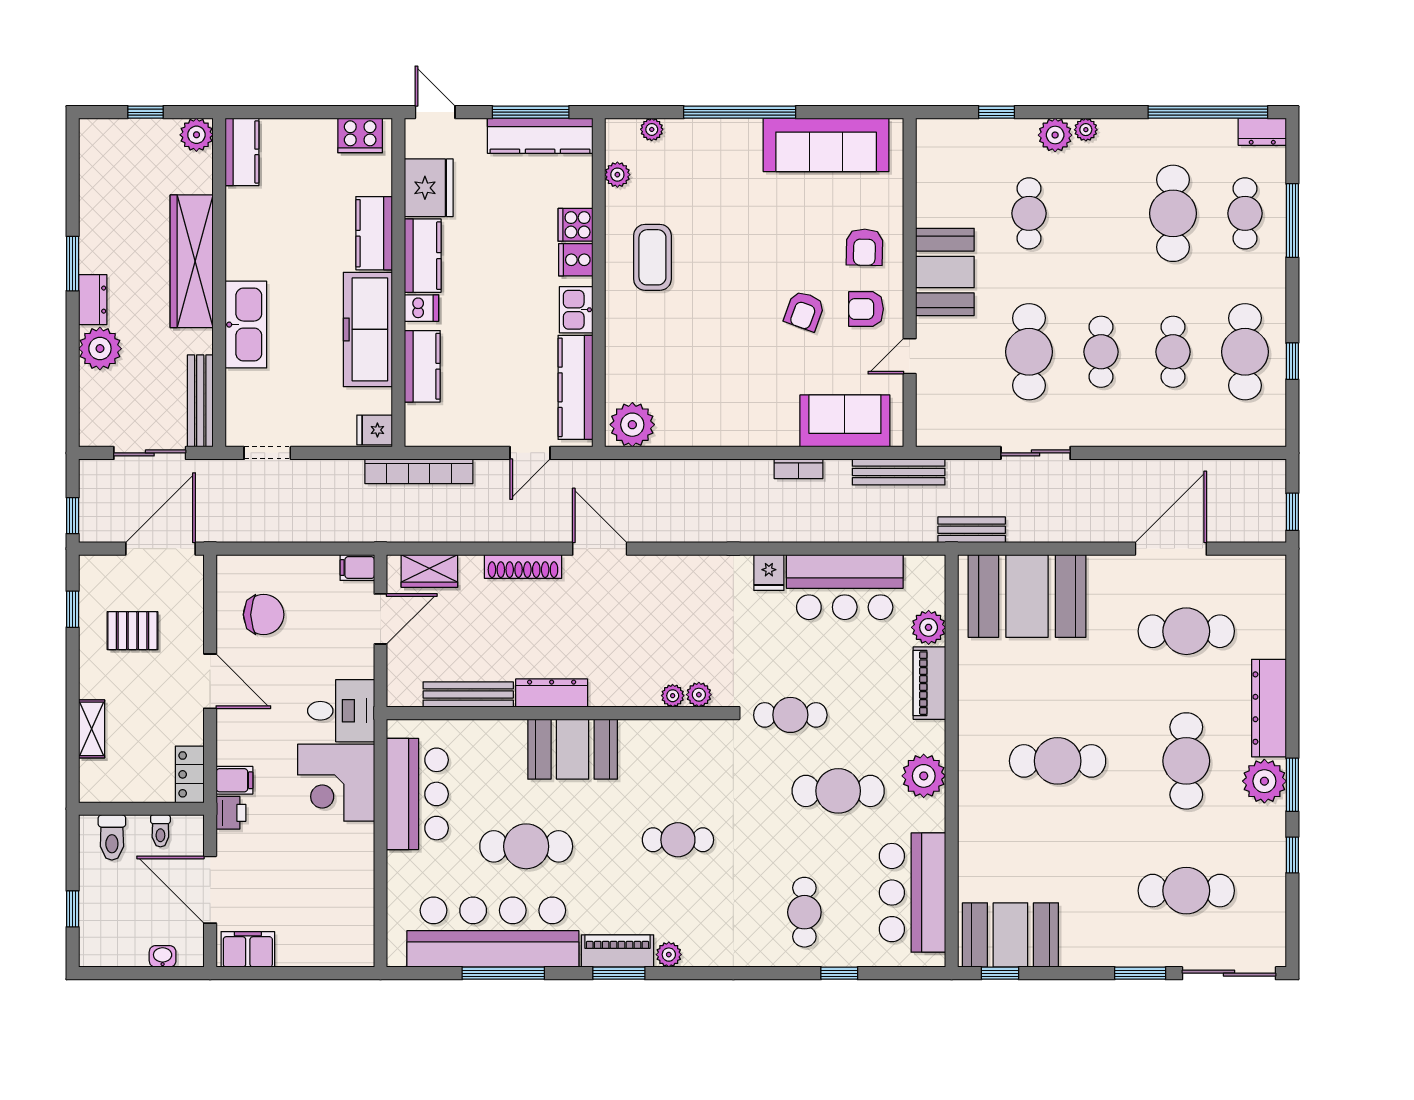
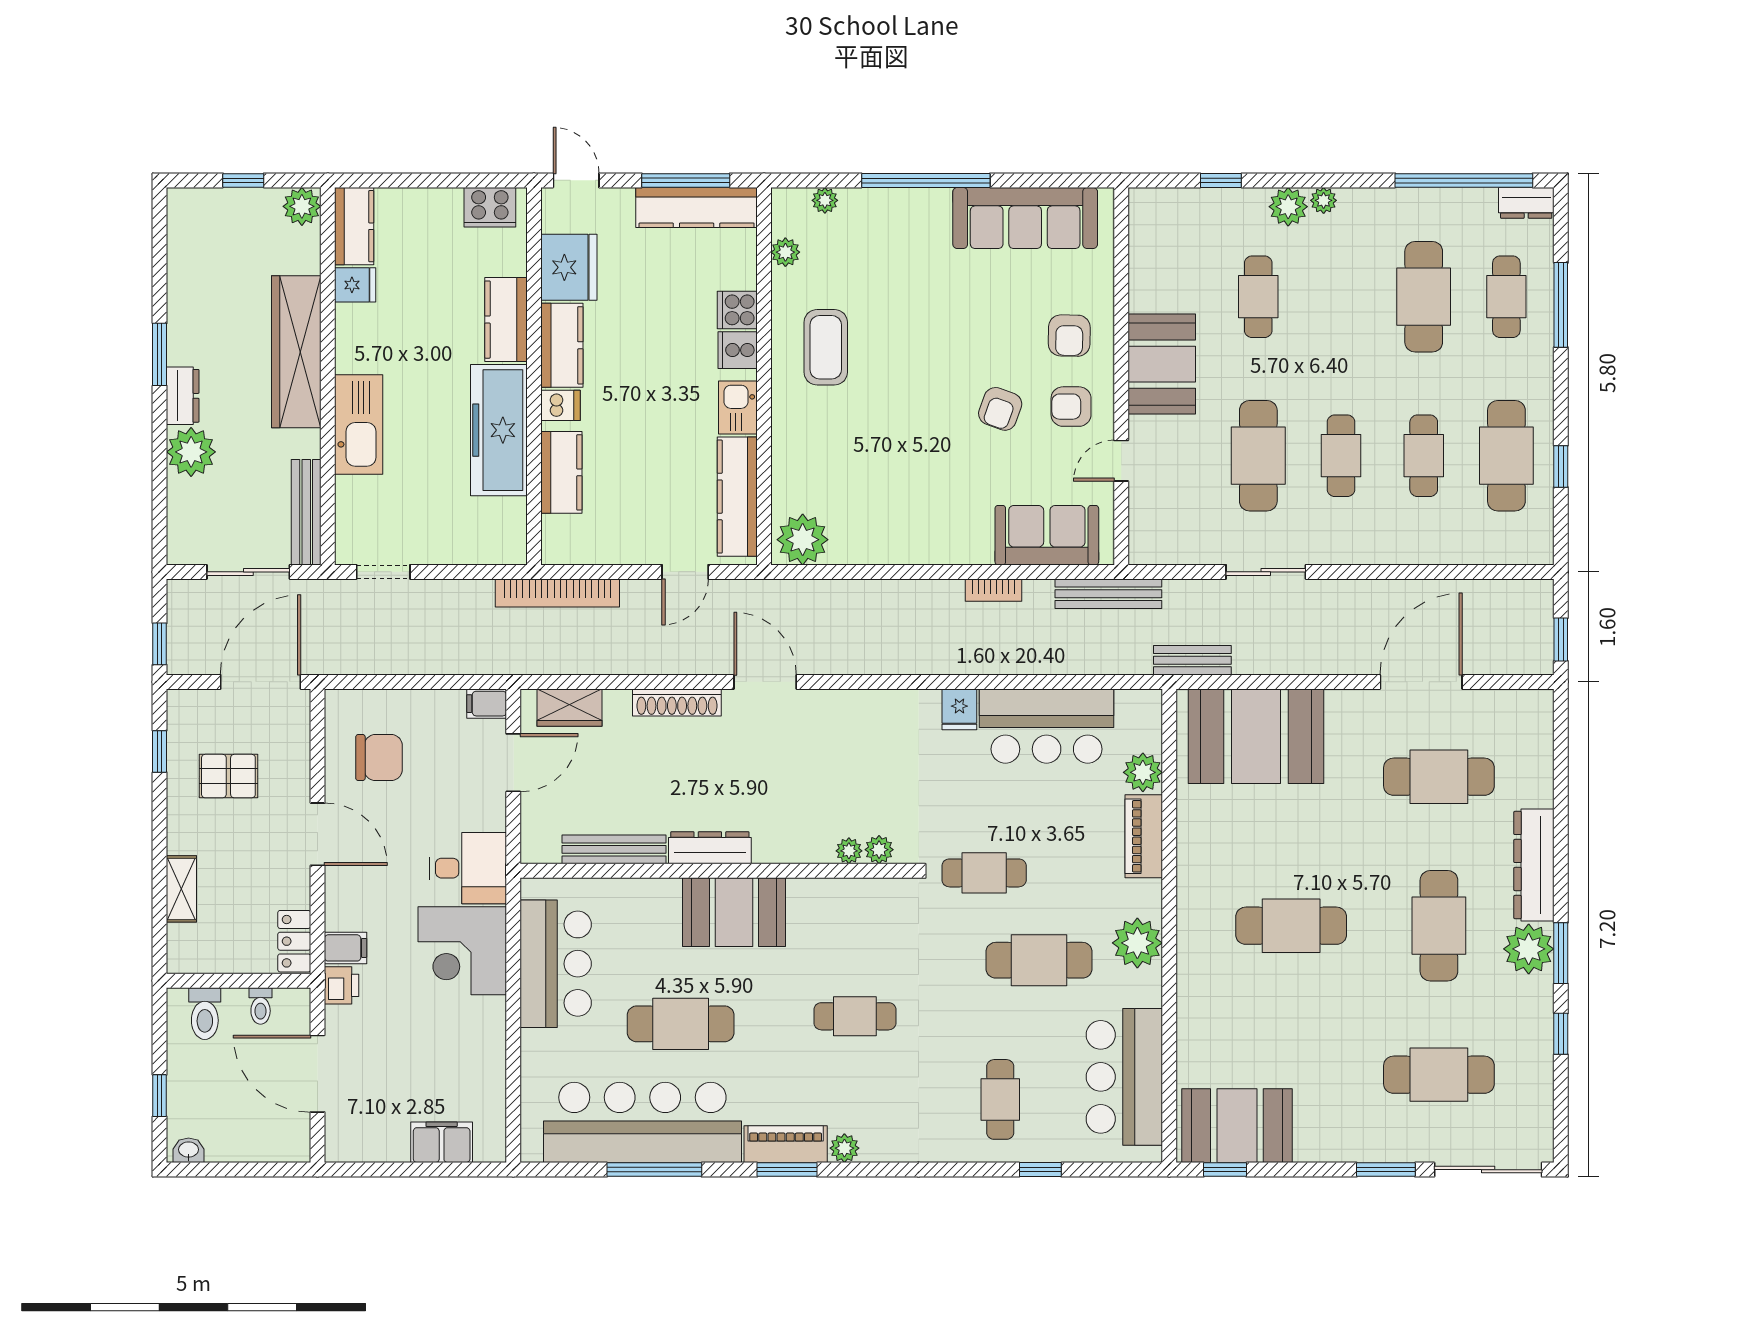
fridge: (375, 430) -> (355, 285), moved, turned 180
filing cabinet: (248, 949) -> (442, 1142), moved
washbasin: (163, 956) -> (189, 1150), moved

